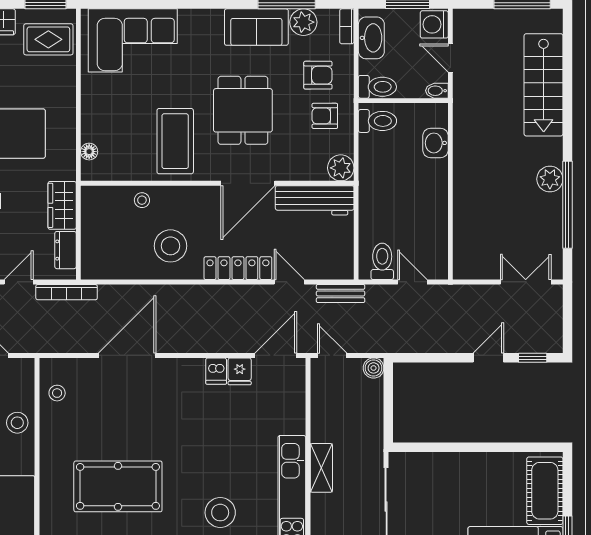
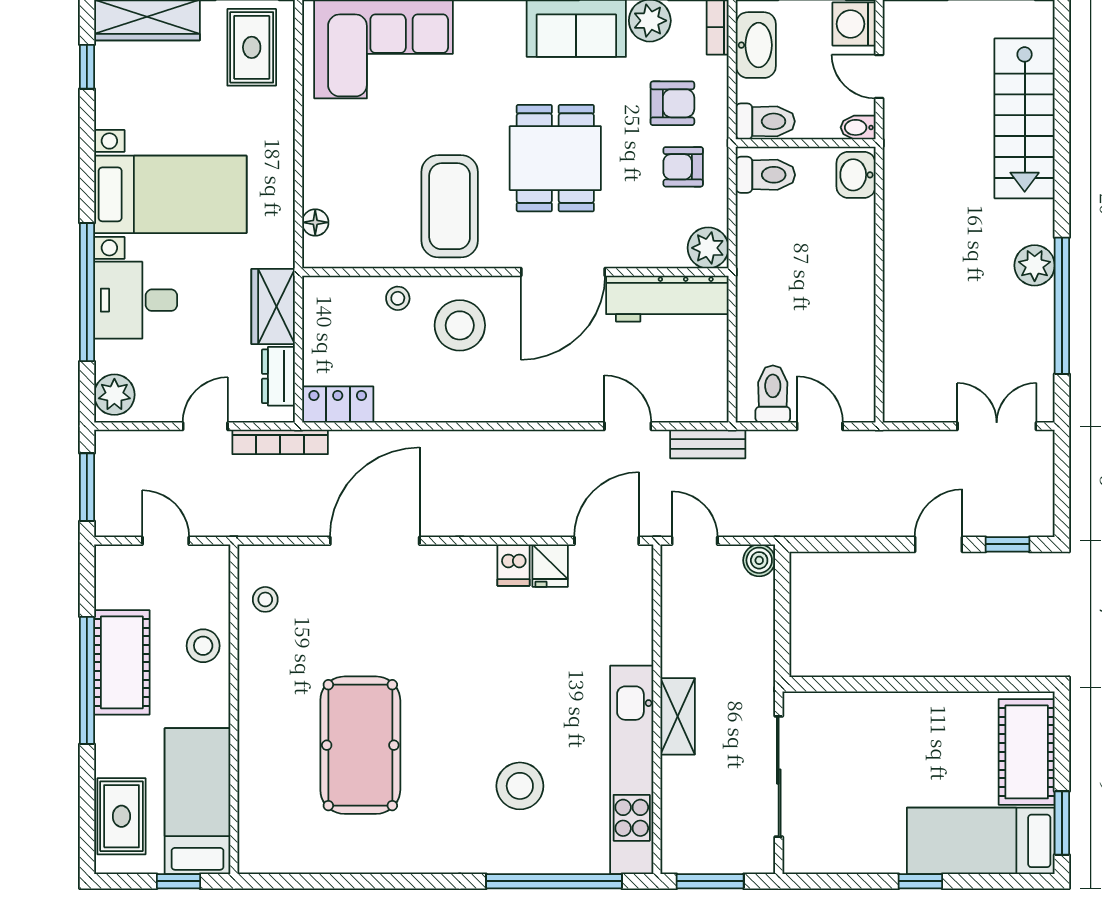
rug: (48, 39) -> (252, 47), turned 90
washbasin: (436, 143) -> (856, 175), moved
stool: (170, 246) -> (460, 325), moved
locker: (238, 268) -> (338, 404), moved, width x0.66
pool table: (118, 486) -> (360, 745), turned 90

